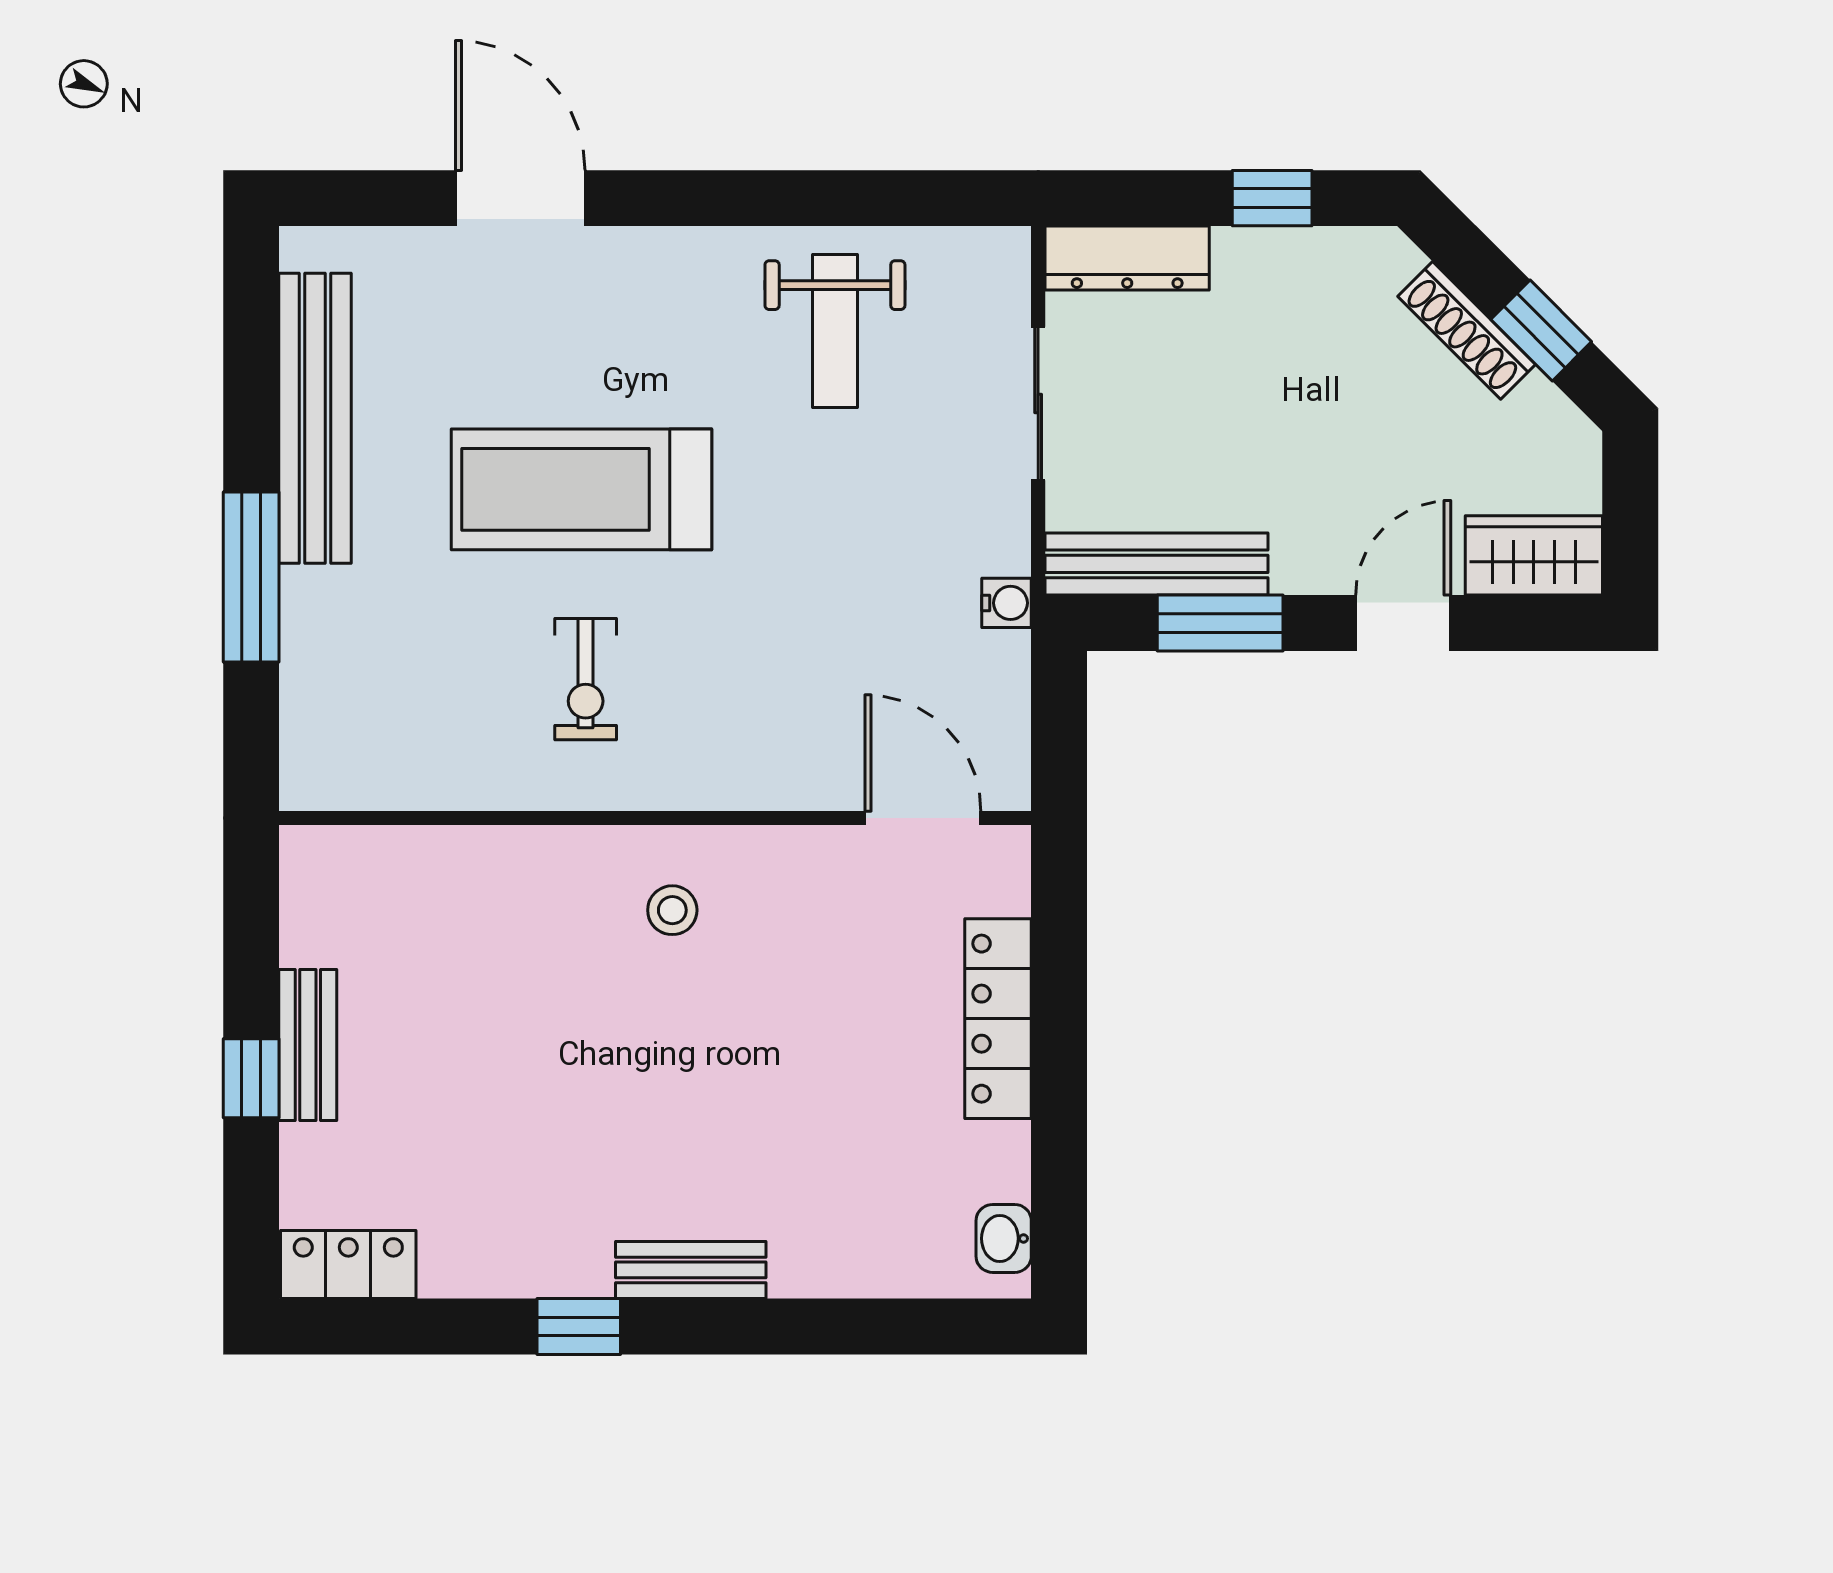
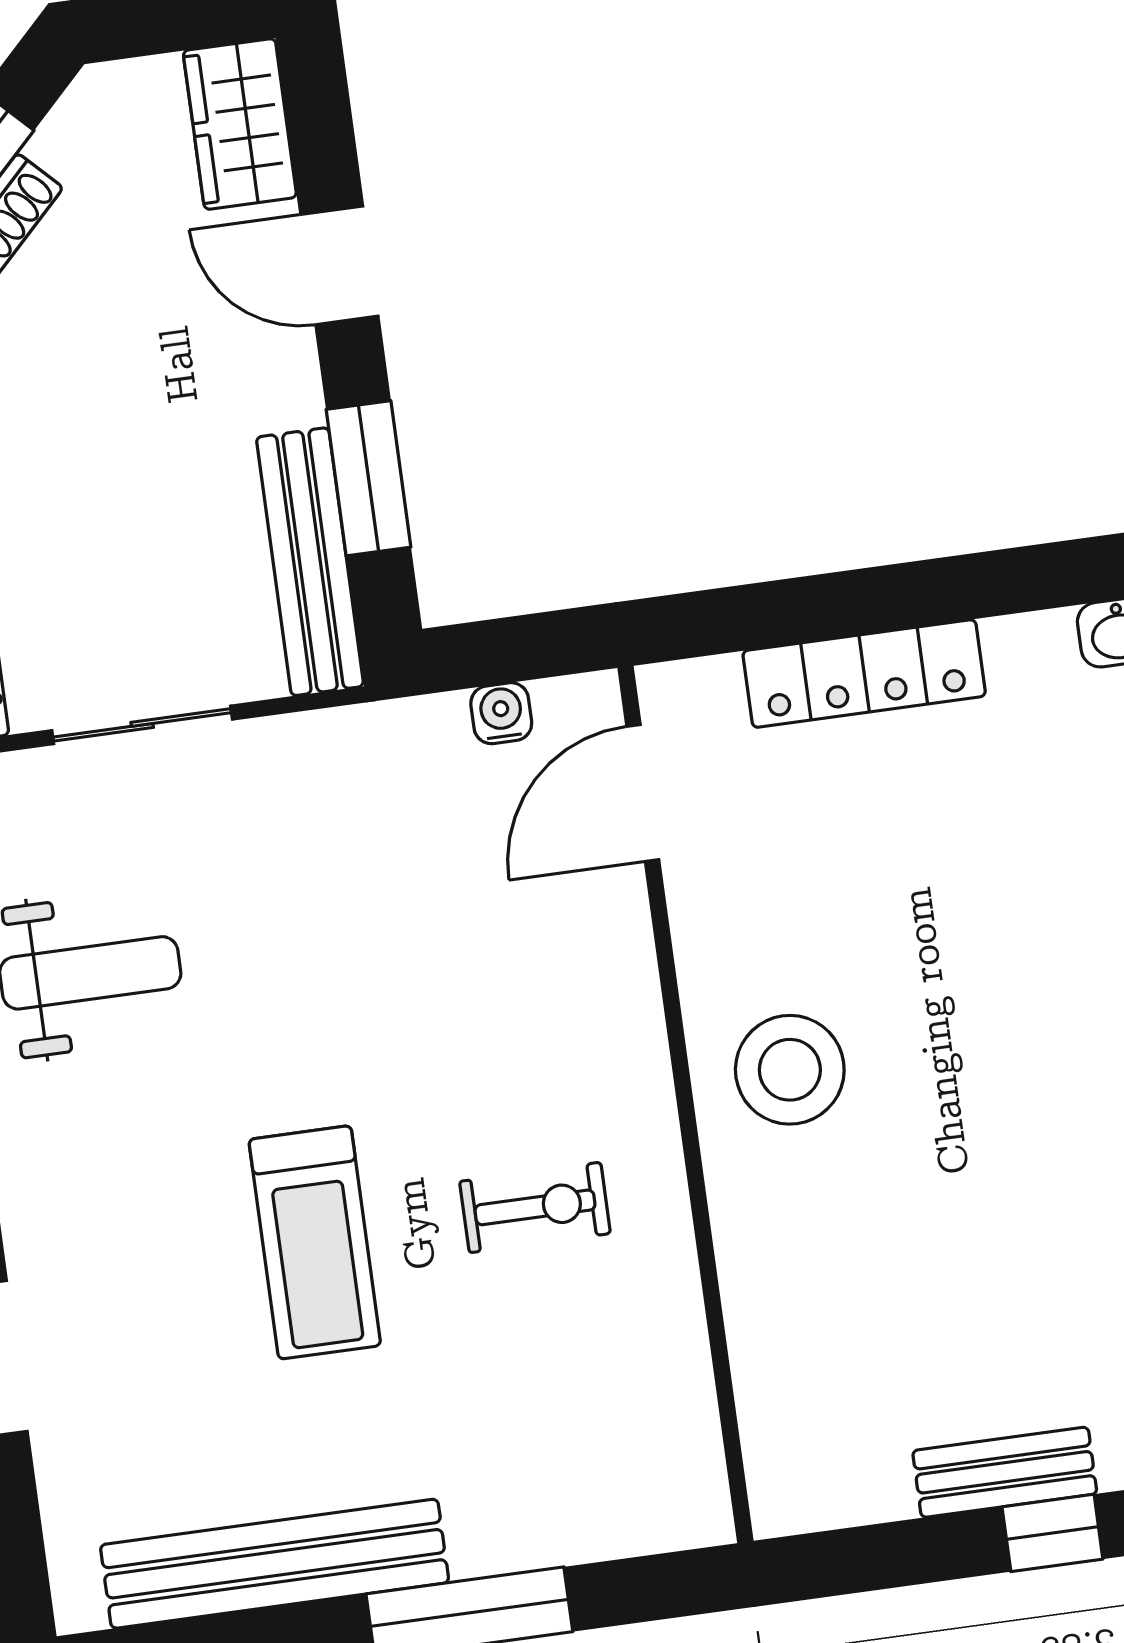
treadmill: (582, 489) -> (315, 1242), width x0.73, depth x0.73
water cooler: (1007, 603) -> (501, 713), moved
stool: (672, 910) -> (790, 1070), width x1.89, depth x1.89

